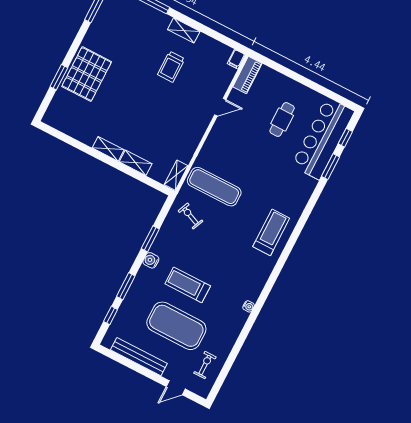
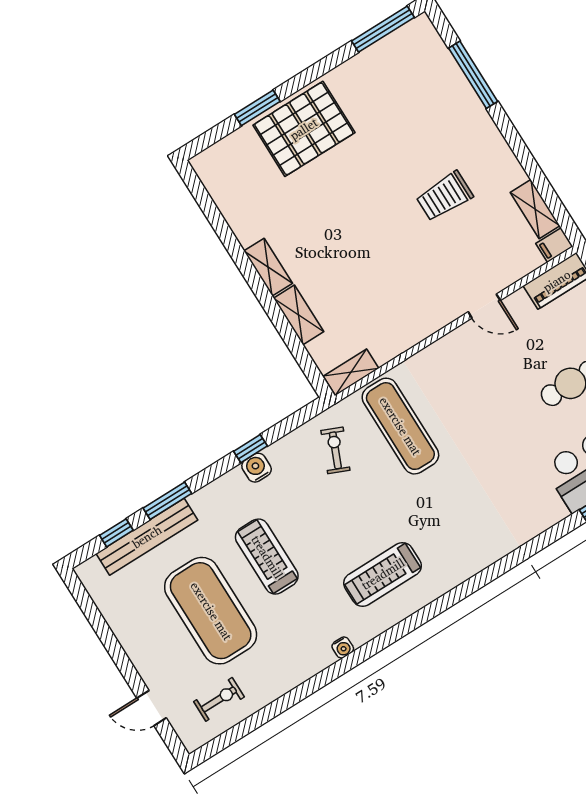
shelving: (184, 30) -> (535, 209), moved
treadmill: (271, 232) -> (383, 574), moved, turned 180
window: (150, 239) -> (250, 449), width x0.67
water cooler: (151, 260) -> (257, 468), moved
bench: (139, 357) -> (147, 537), moved, turned 90

